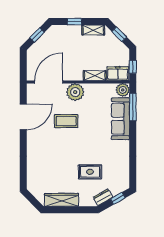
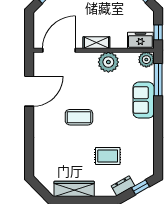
shelving: (95, 76) -> (96, 43), moved
plant: (75, 92) -> (108, 62), moved
sofa: (120, 119) -> (144, 100), width x0.73
coffee table: (66, 121) -> (79, 117), moved

